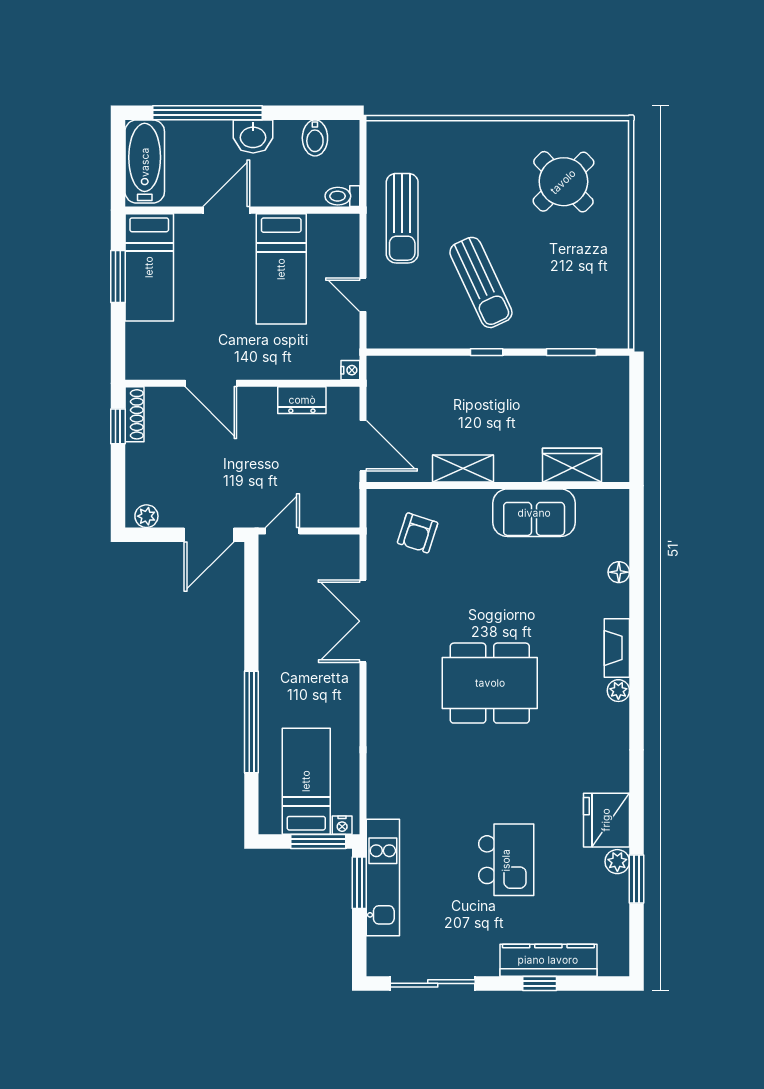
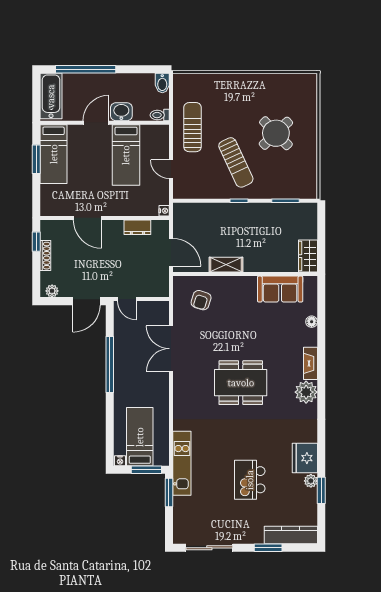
washbasin: (253, 136) -> (121, 112), moved, turned 180
bidet: (315, 138) -> (162, 83), moved
round table: (563, 182) -> (276, 133), moved
sun lounger: (402, 218) -> (193, 127), turned 180
shoe rack: (134, 414) -> (45, 256), moved
wardrobe: (572, 465) -> (308, 256), moved, turned -90
sofa: (534, 513) -> (280, 289), moved
door: (282, 531) -> (127, 299), swing flipped
plant: (618, 691) -> (306, 392), width x1.87, depth x1.87
window: (251, 722) -> (110, 365), moved
nightstand: (342, 825) -> (120, 461), moved
kitchen island: (506, 860) -> (250, 480), turned 180
kitchen unit: (383, 878) -> (182, 463), moved
kitchen counter: (548, 960) -> (291, 535), moved
window: (540, 983) -> (268, 548), width x1.50

